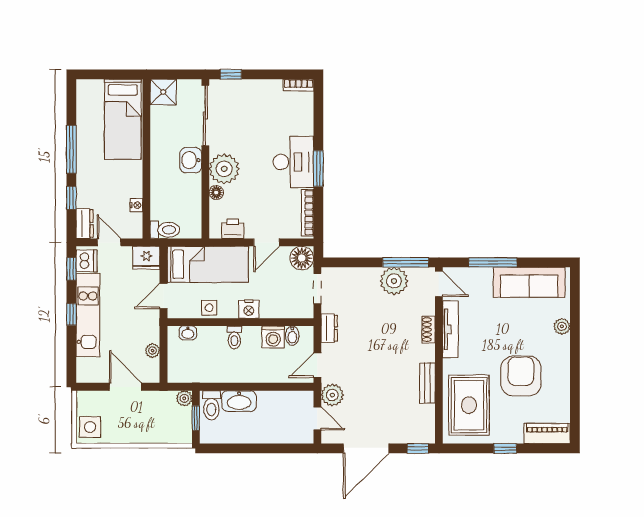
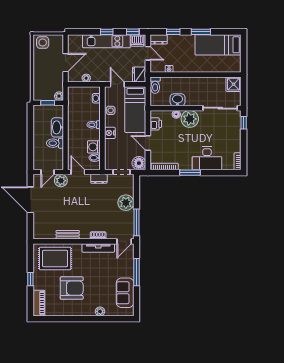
bed: (123, 119) -> (218, 45), moved
window: (71, 149) -> (201, 32), width x0.69
washbasin: (191, 160) -> (178, 100), moved
desk: (293, 162) -> (207, 158), moved
door: (109, 242) -> (148, 53), hinge flipped
plant: (394, 281) -> (126, 203), moved
sofa: (529, 282) -> (125, 293), width x0.73
toilet: (211, 405) -> (55, 143), moved
window: (418, 448) -> (30, 229), removed

